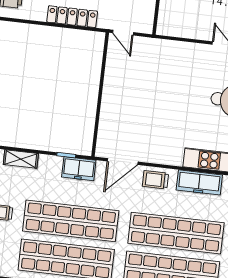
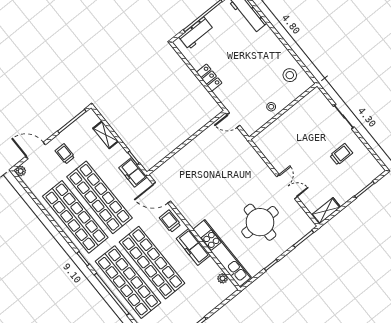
locker: (72, 17) -> (209, 78), width x0.66
door: (123, 33) -> (233, 120), hinge flipped

